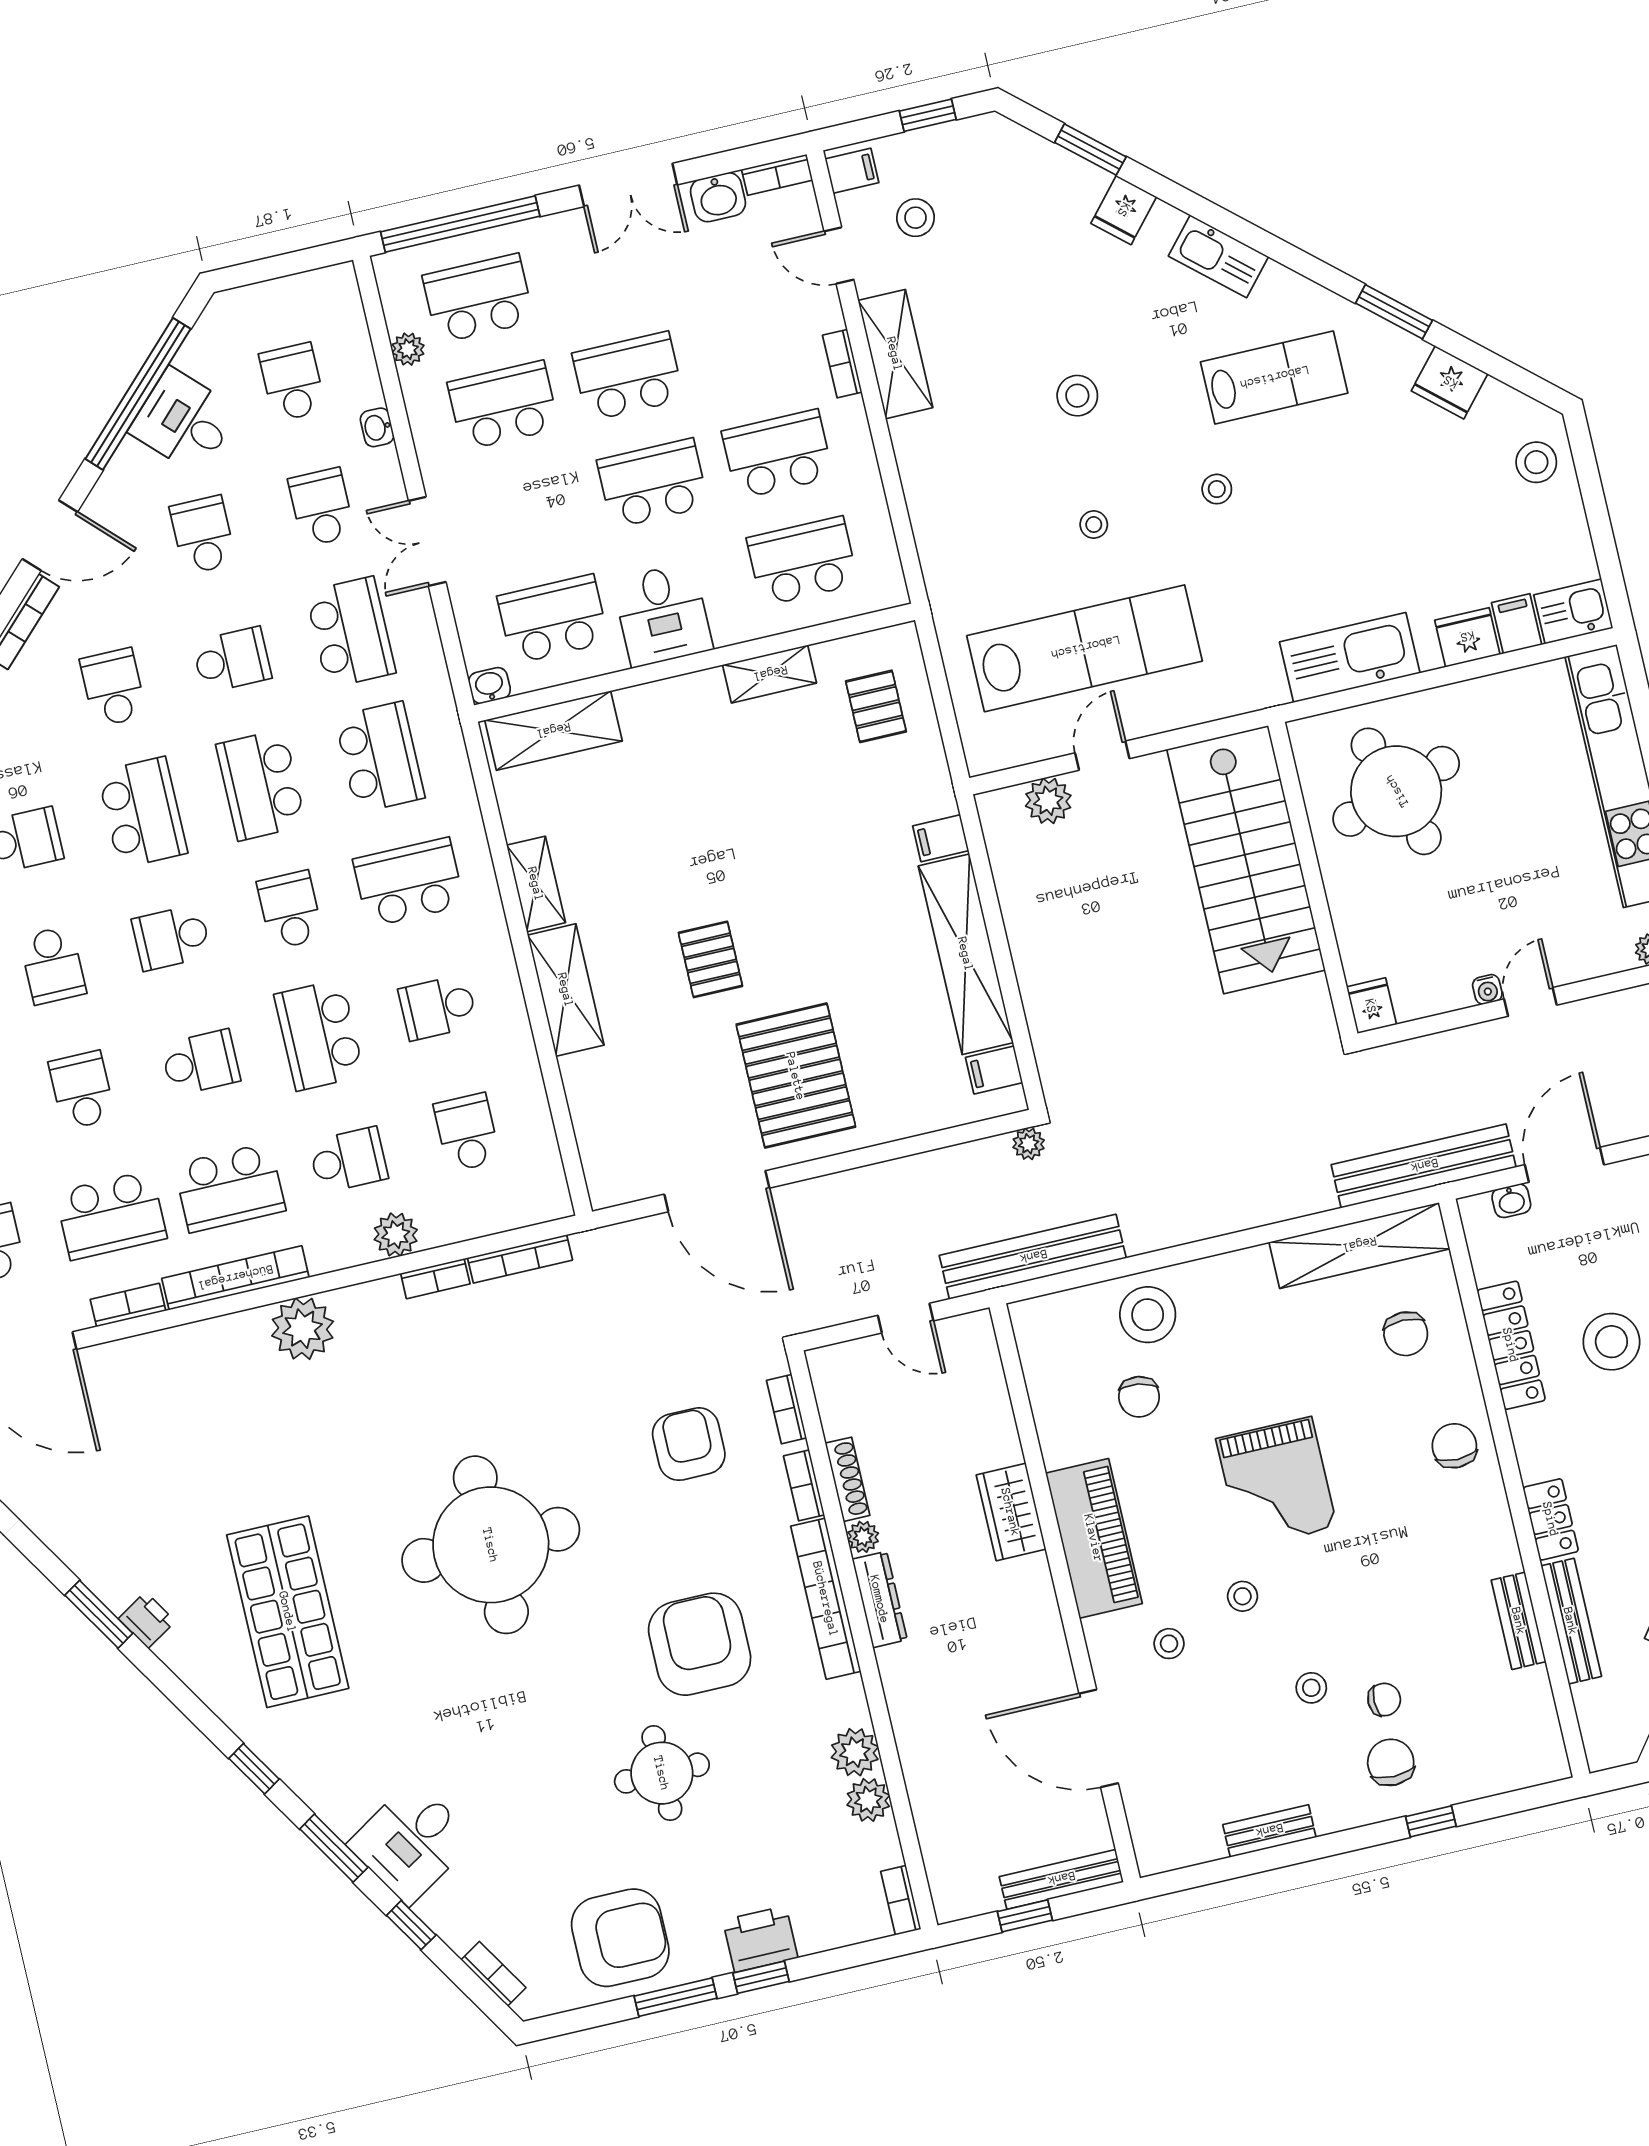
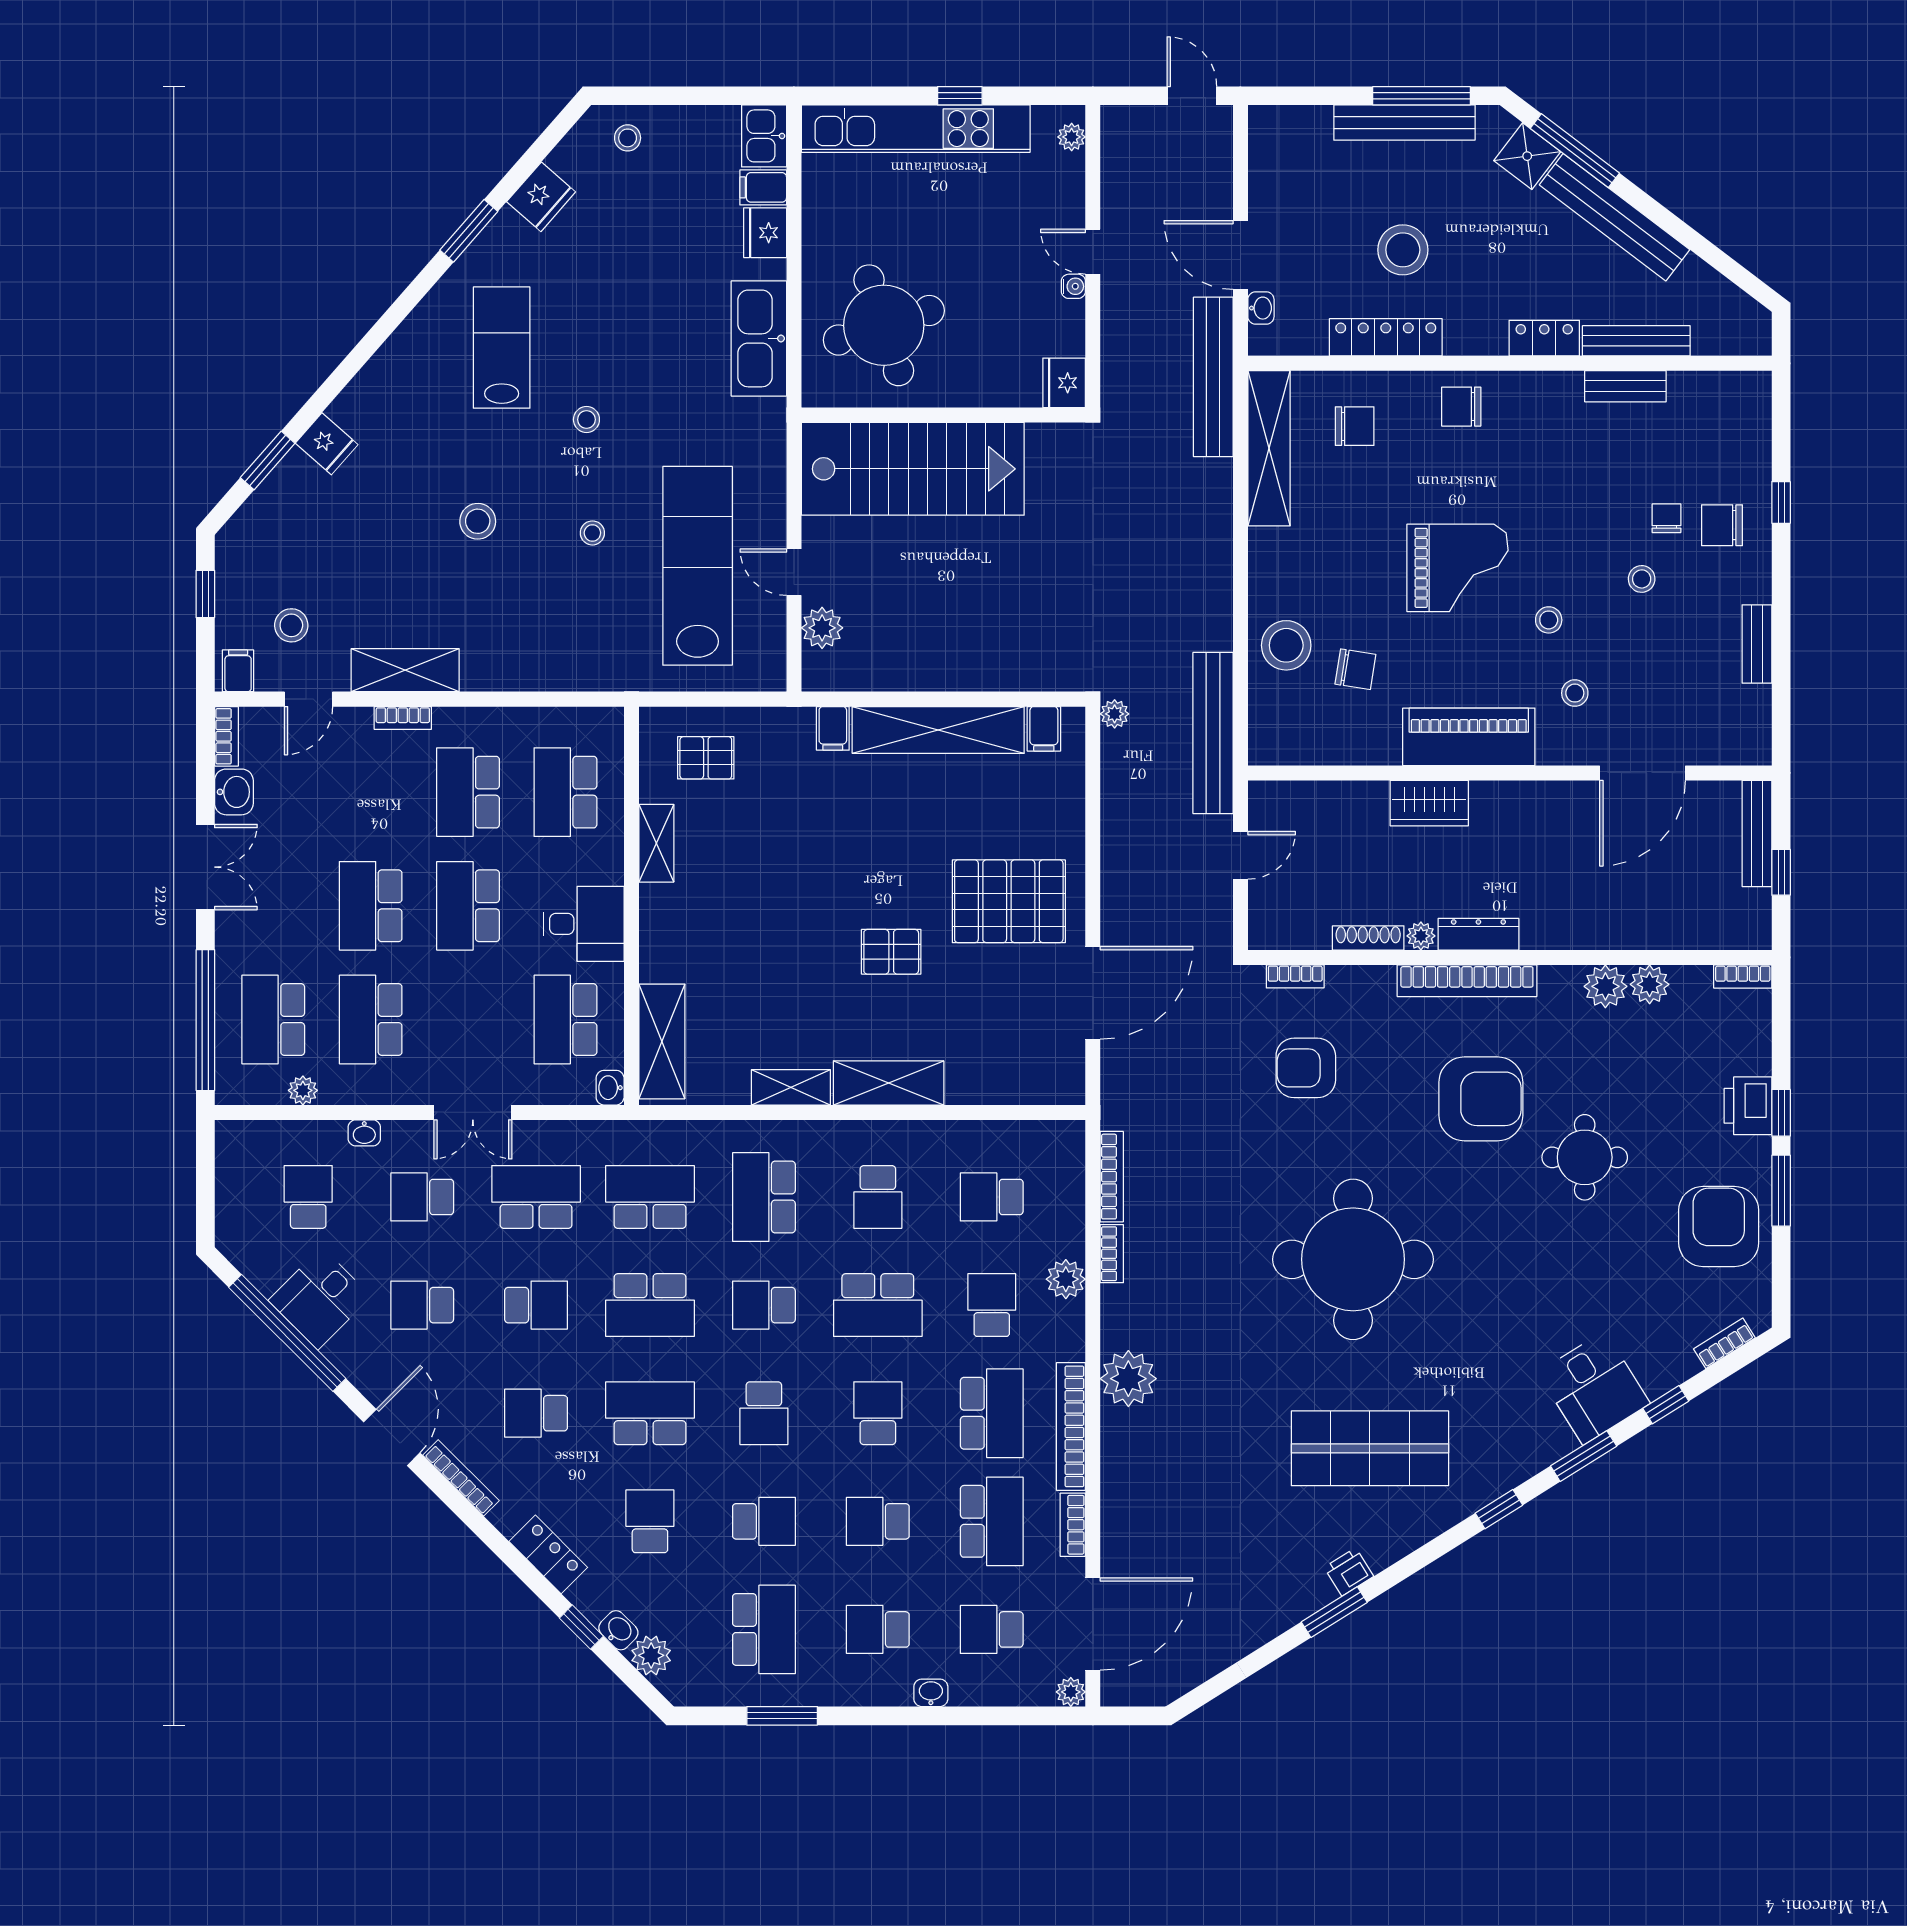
kitchen sink: (1218, 256) -> (386, 371), removed
school desk: (292, 382) -> (308, 1197), turned 90
stool: (1536, 462) -> (628, 138), width x0.73, depth x0.73
school desk: (232, 660) -> (536, 1305), turned 90
fridge: (1371, 1006) -> (1064, 383), width x1.38
bookcase: (804, 1485) -> (1365, 977), removed
armchair: (700, 1644) -> (1481, 1099), turned 180

